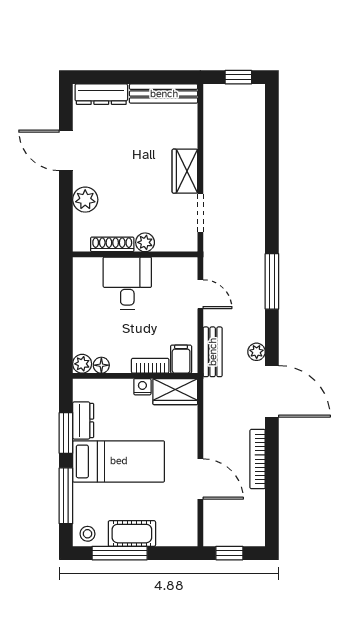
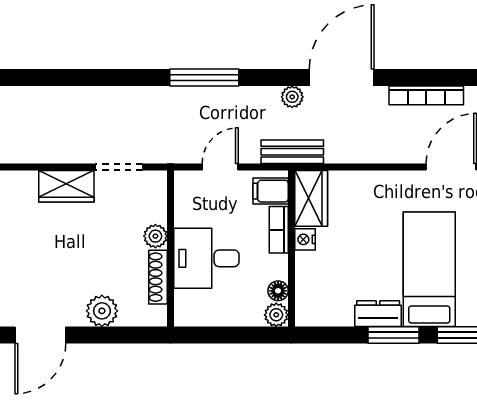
filing cabinet: (181, 359) -> (271, 191), moved
plant: (82, 364) -> (276, 315), moved
floor lamp: (101, 365) -> (278, 291), moved
bookcase: (150, 366) -> (279, 230), moved
wall: (135, 376) -> (291, 248), moved
nightstand: (142, 387) -> (305, 239), moved
wardrobe: (175, 392) -> (311, 198), moved

